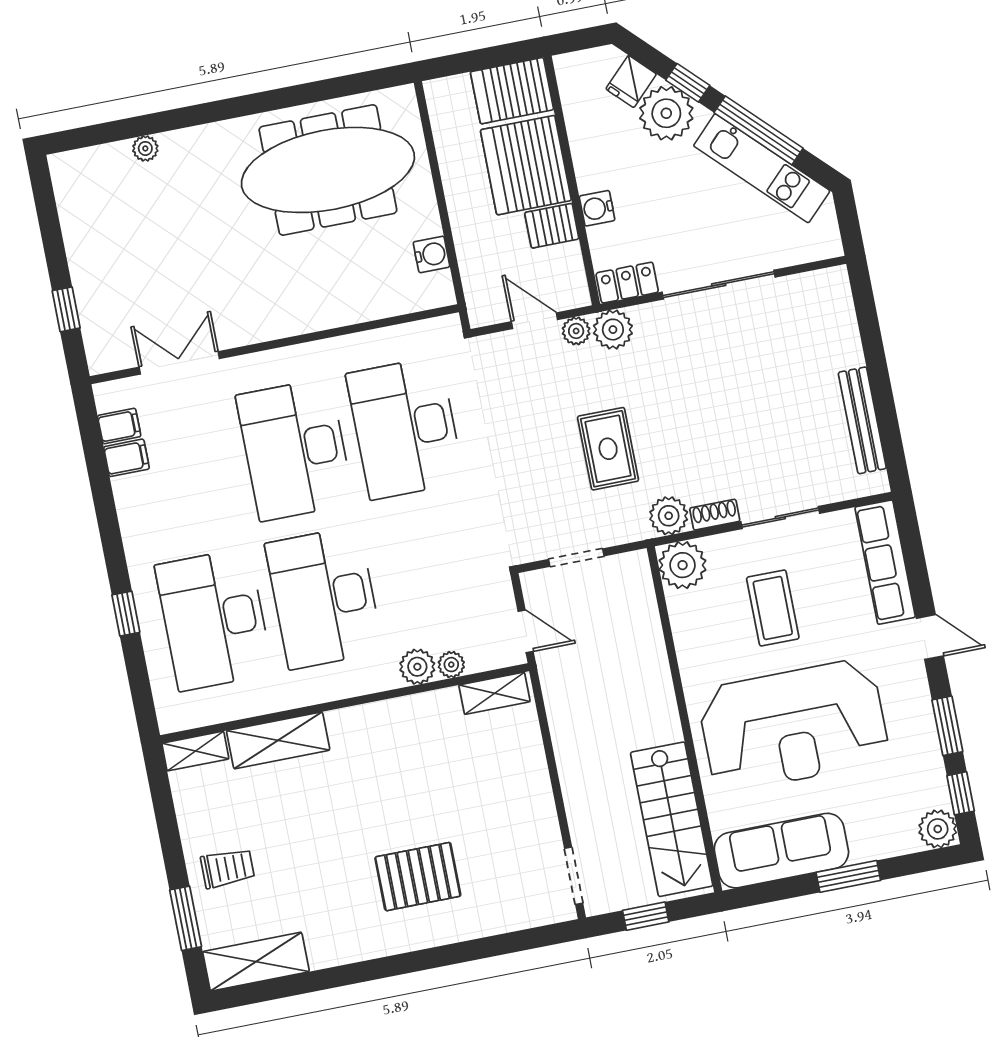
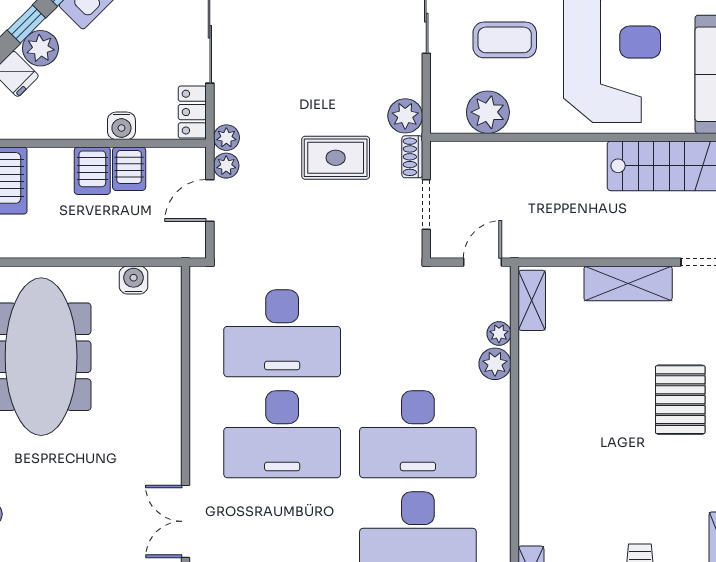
plant: (666, 113) -> (40, 48), width x0.73, depth x0.73
server rack: (526, 165) -> (92, 171), width x0.46, depth x0.70
plant: (613, 330) -> (226, 138), width x0.73, depth x0.73
shoe rack: (715, 515) -> (412, 157), moved
plant: (683, 565) -> (488, 112), moved
shelving: (278, 740) -> (628, 283), moved, turned 90

